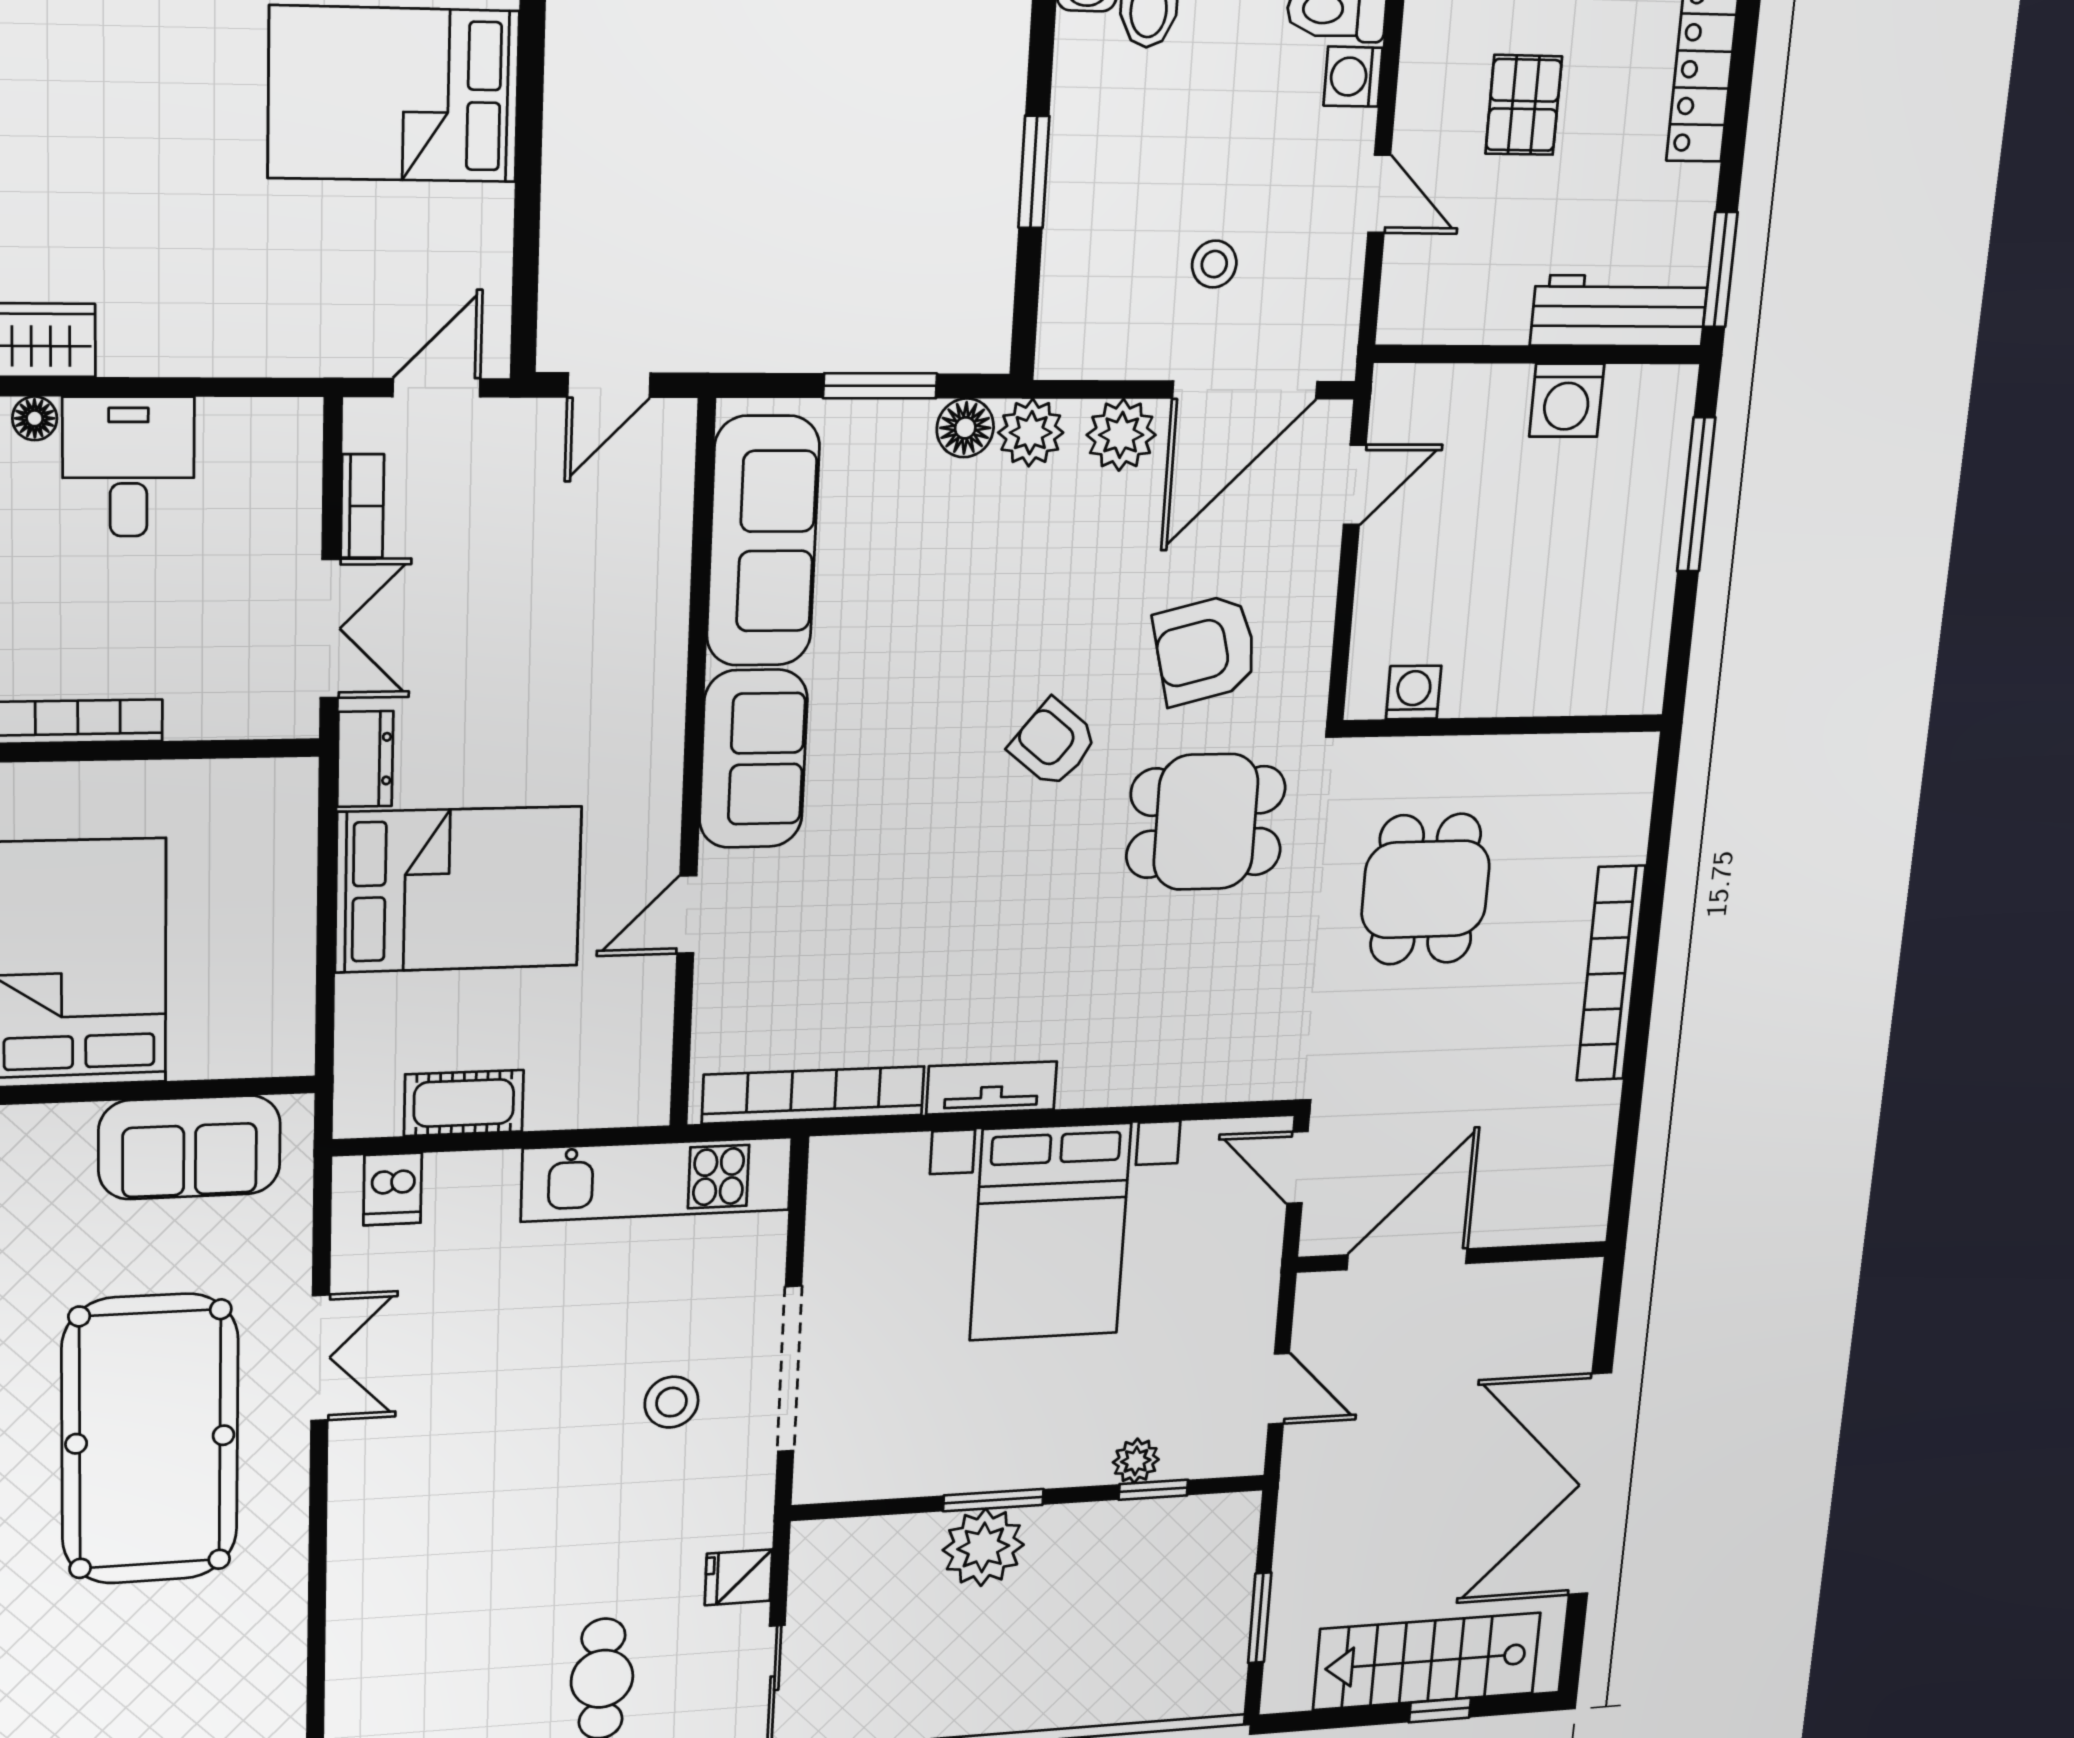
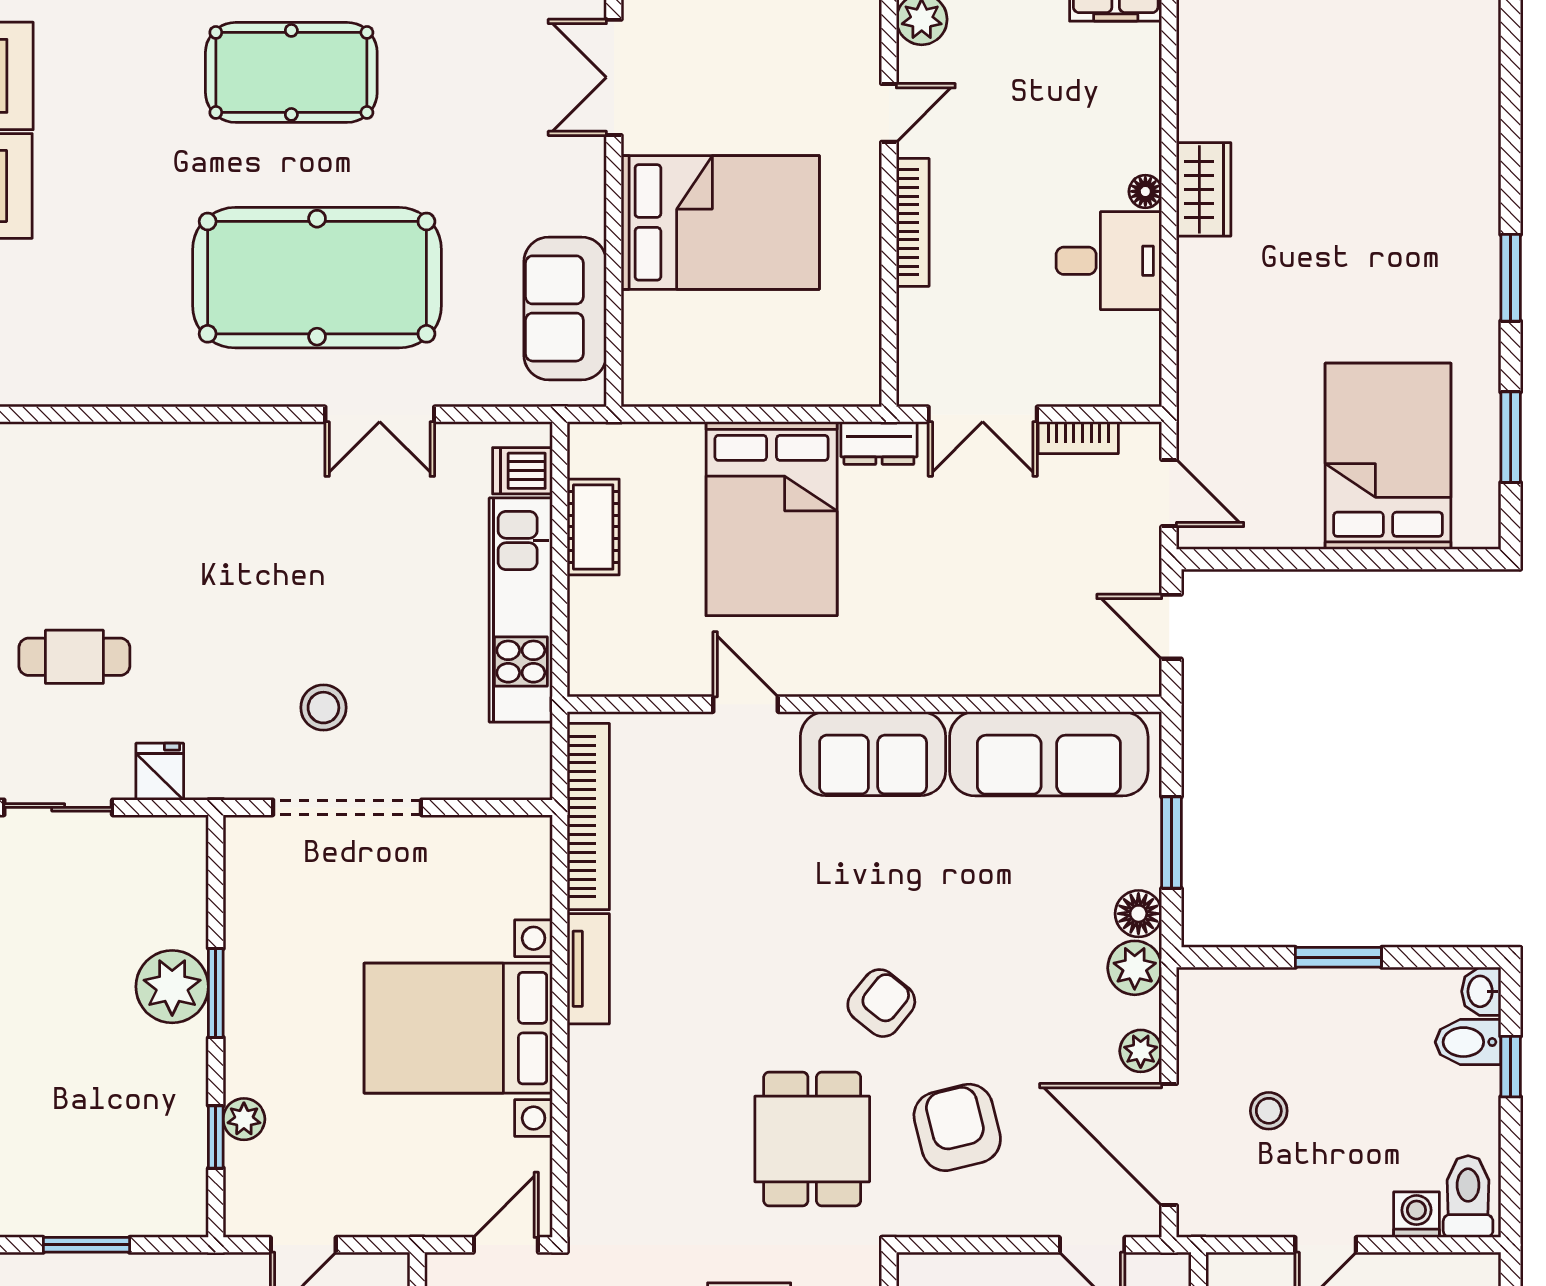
plant: (1121, 435) -> (1141, 1051), width x0.73, depth x0.73
kitchen unit: (657, 1179) -> (521, 610), moved

